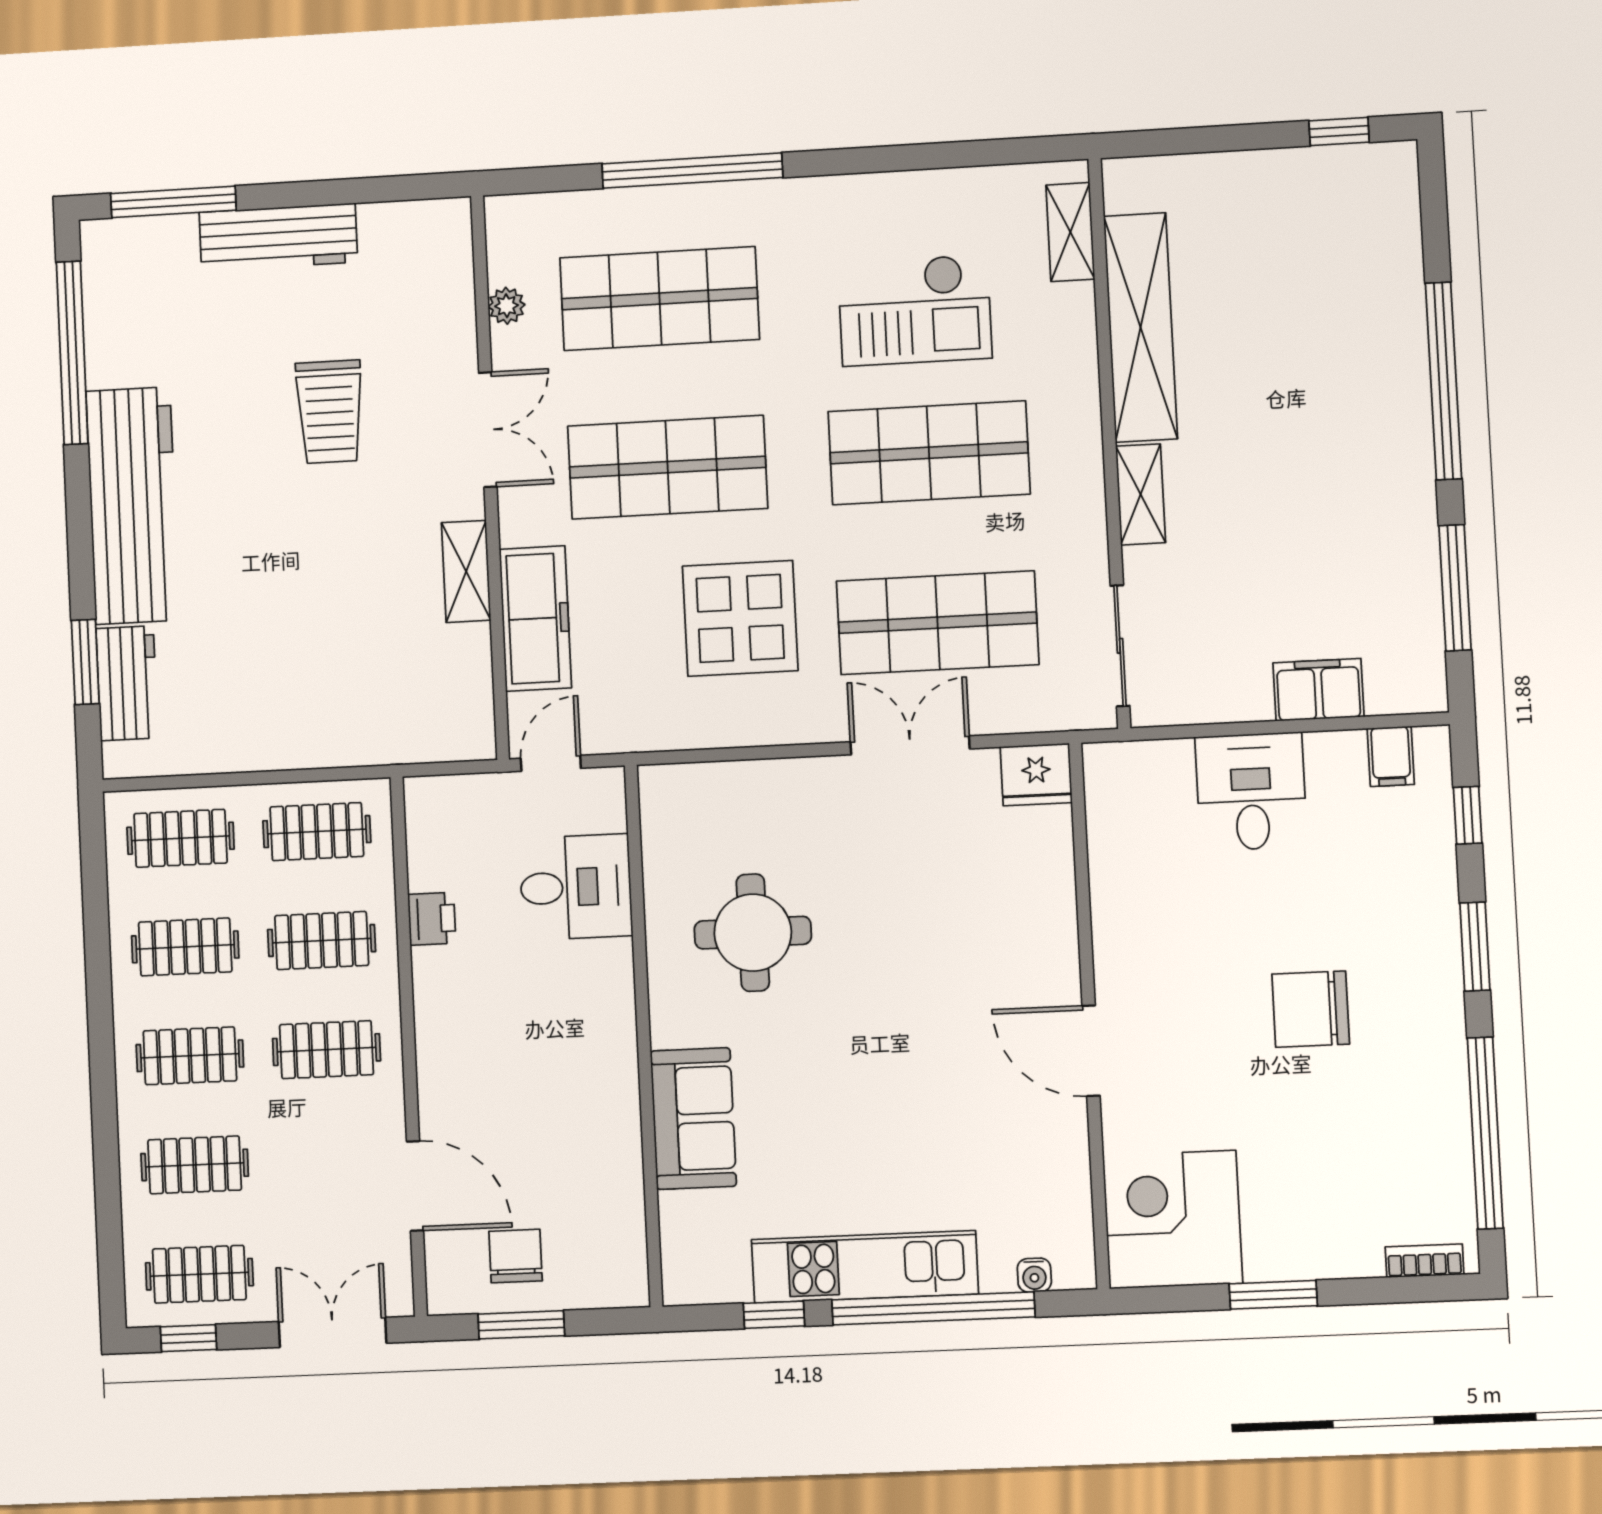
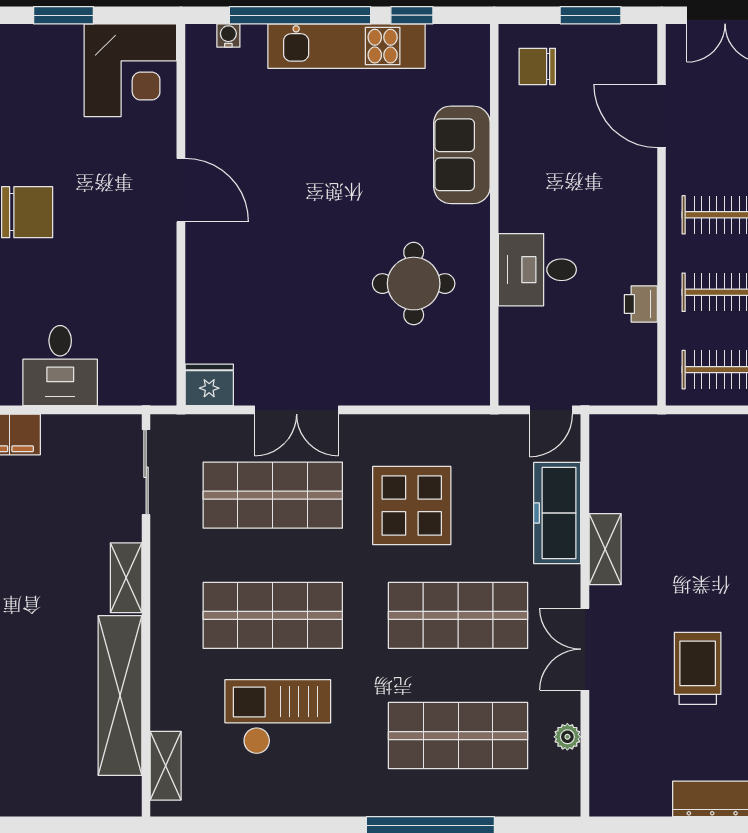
desk: (576, 887) -> (537, 270), moved
chair: (516, 1256) -> (537, 66), moved, turned 90

